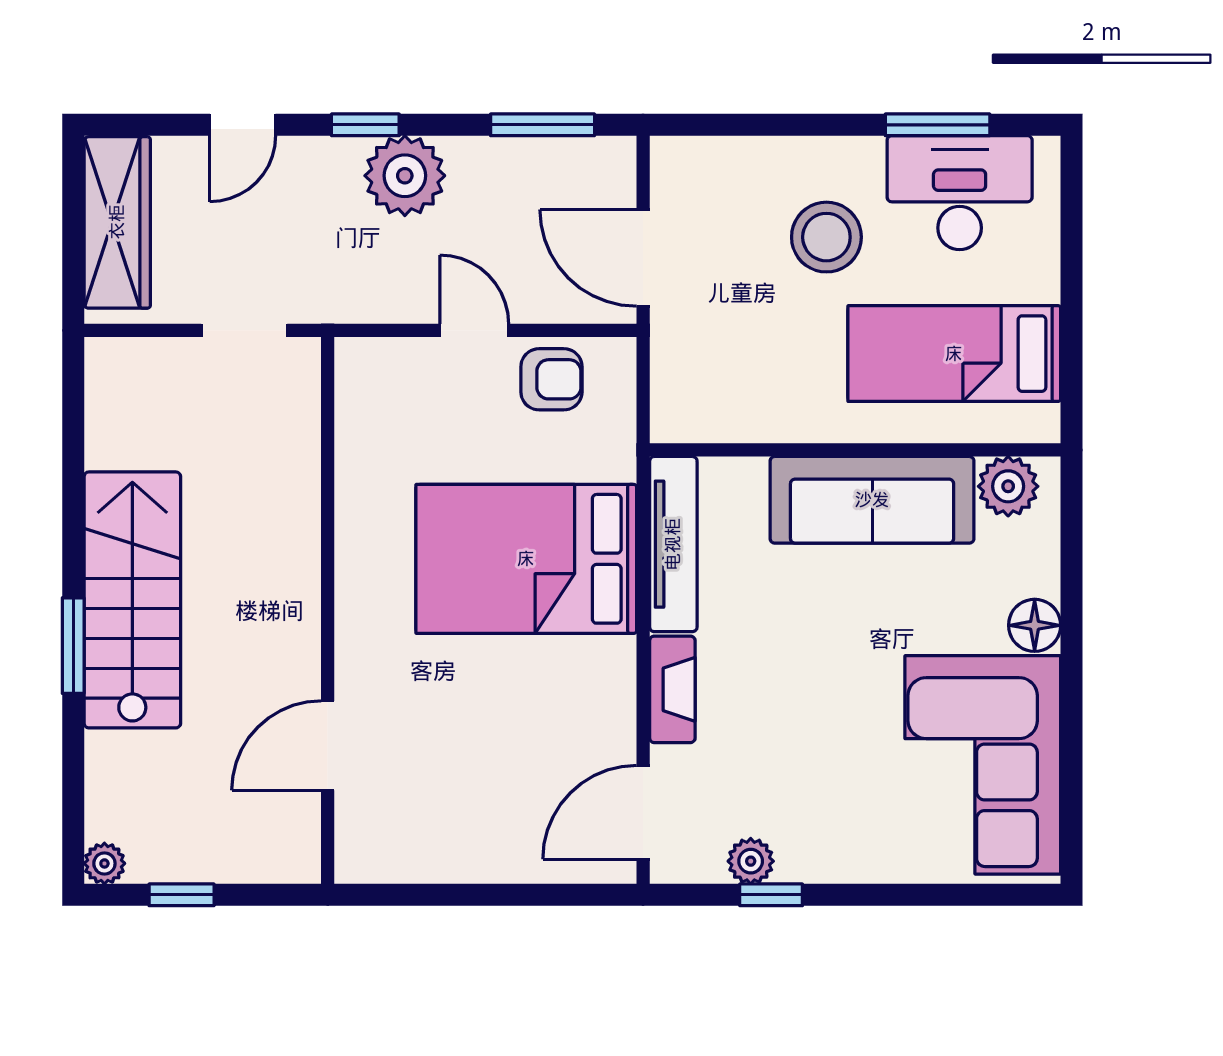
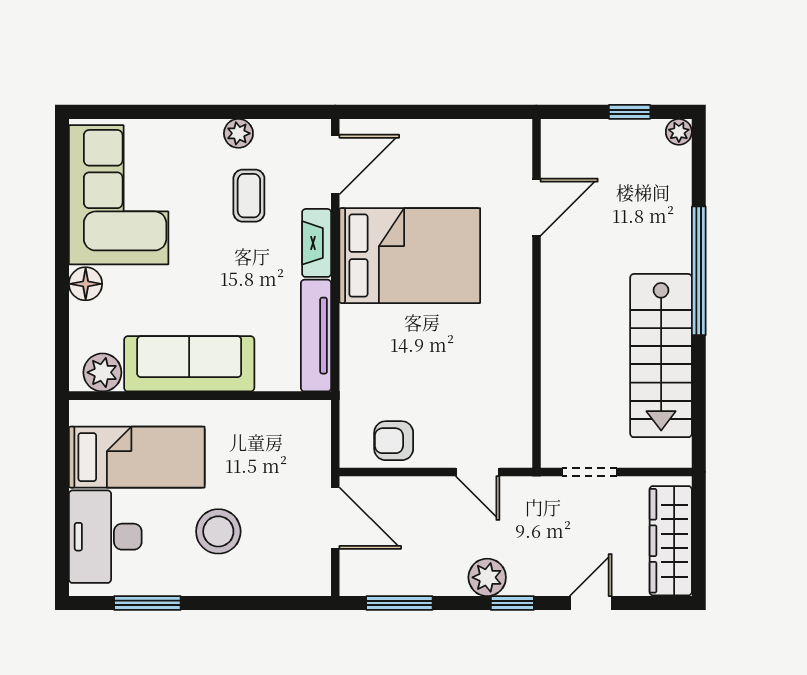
plant: (405, 176) -> (487, 577), width x0.73, depth x0.73
desk: (960, 193) -> (105, 537), moved, turned 90
door: (474, 330) -> (478, 472), moved
bed: (526, 559) -> (410, 256), moved
stairs: (132, 600) -> (661, 356), moved
window: (73, 646) -> (699, 271), width x2.11
coffee table: (778, 764) -> (249, 196), added
plant: (751, 861) -> (238, 133), moved
window: (771, 895) -> (254, 112), removed

